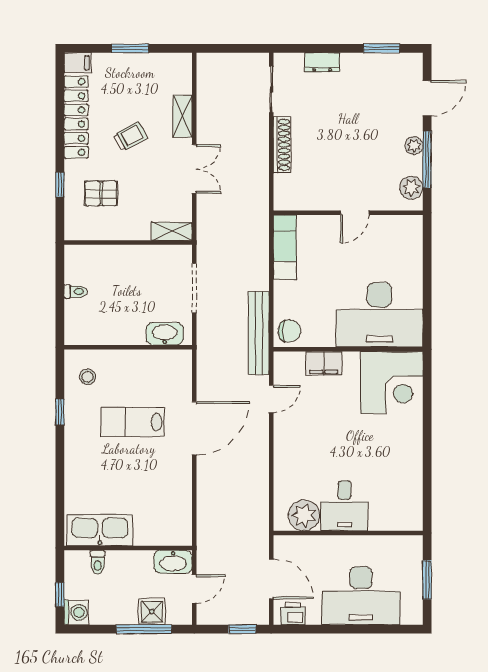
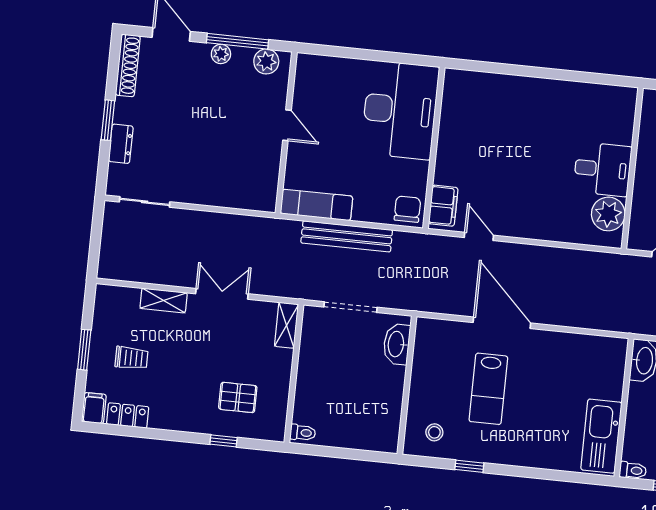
window: (382, 48) -> (108, 120), moved
locker: (76, 117) -> (128, 415), width x0.46, depth x0.83
trolley: (130, 137) -> (131, 358), moved, turned 119
shoe rack: (282, 145) -> (128, 65), moved, turned 90
pallet: (101, 193) -> (238, 397), turned 90
toilet: (76, 292) -> (303, 433), moved, turned 90
bench: (259, 333) -> (347, 236), moved
filing cabinet: (324, 363) -> (443, 206), moved
corner desk: (392, 383) -> (475, 104), removed
toilet: (98, 562) -> (633, 470), moved

